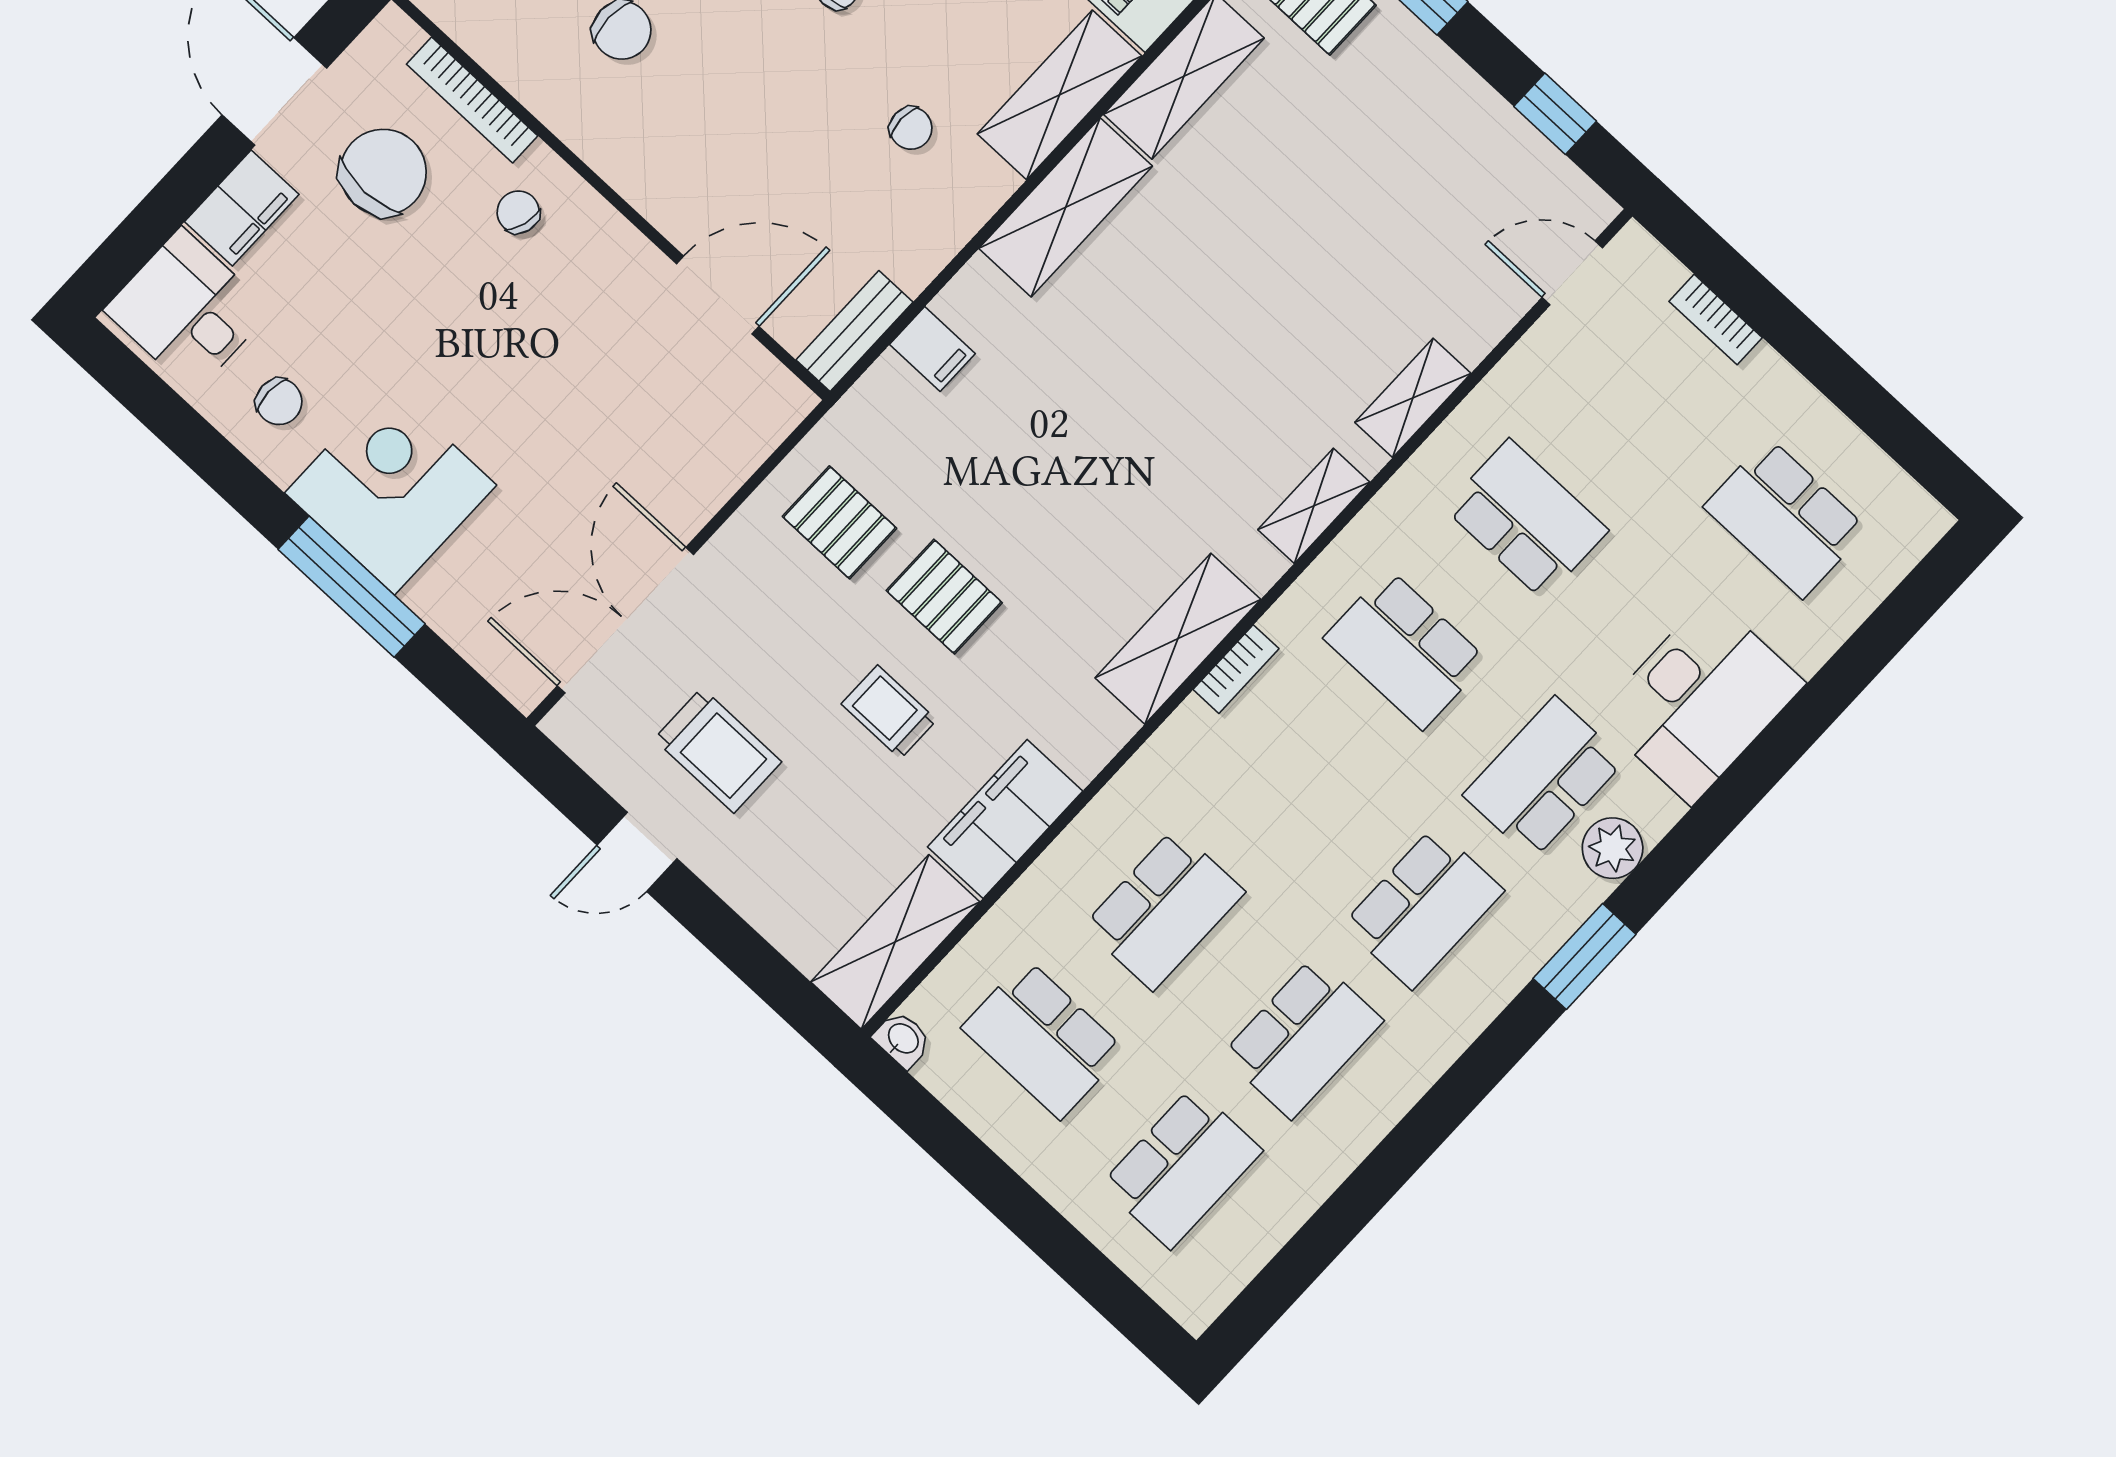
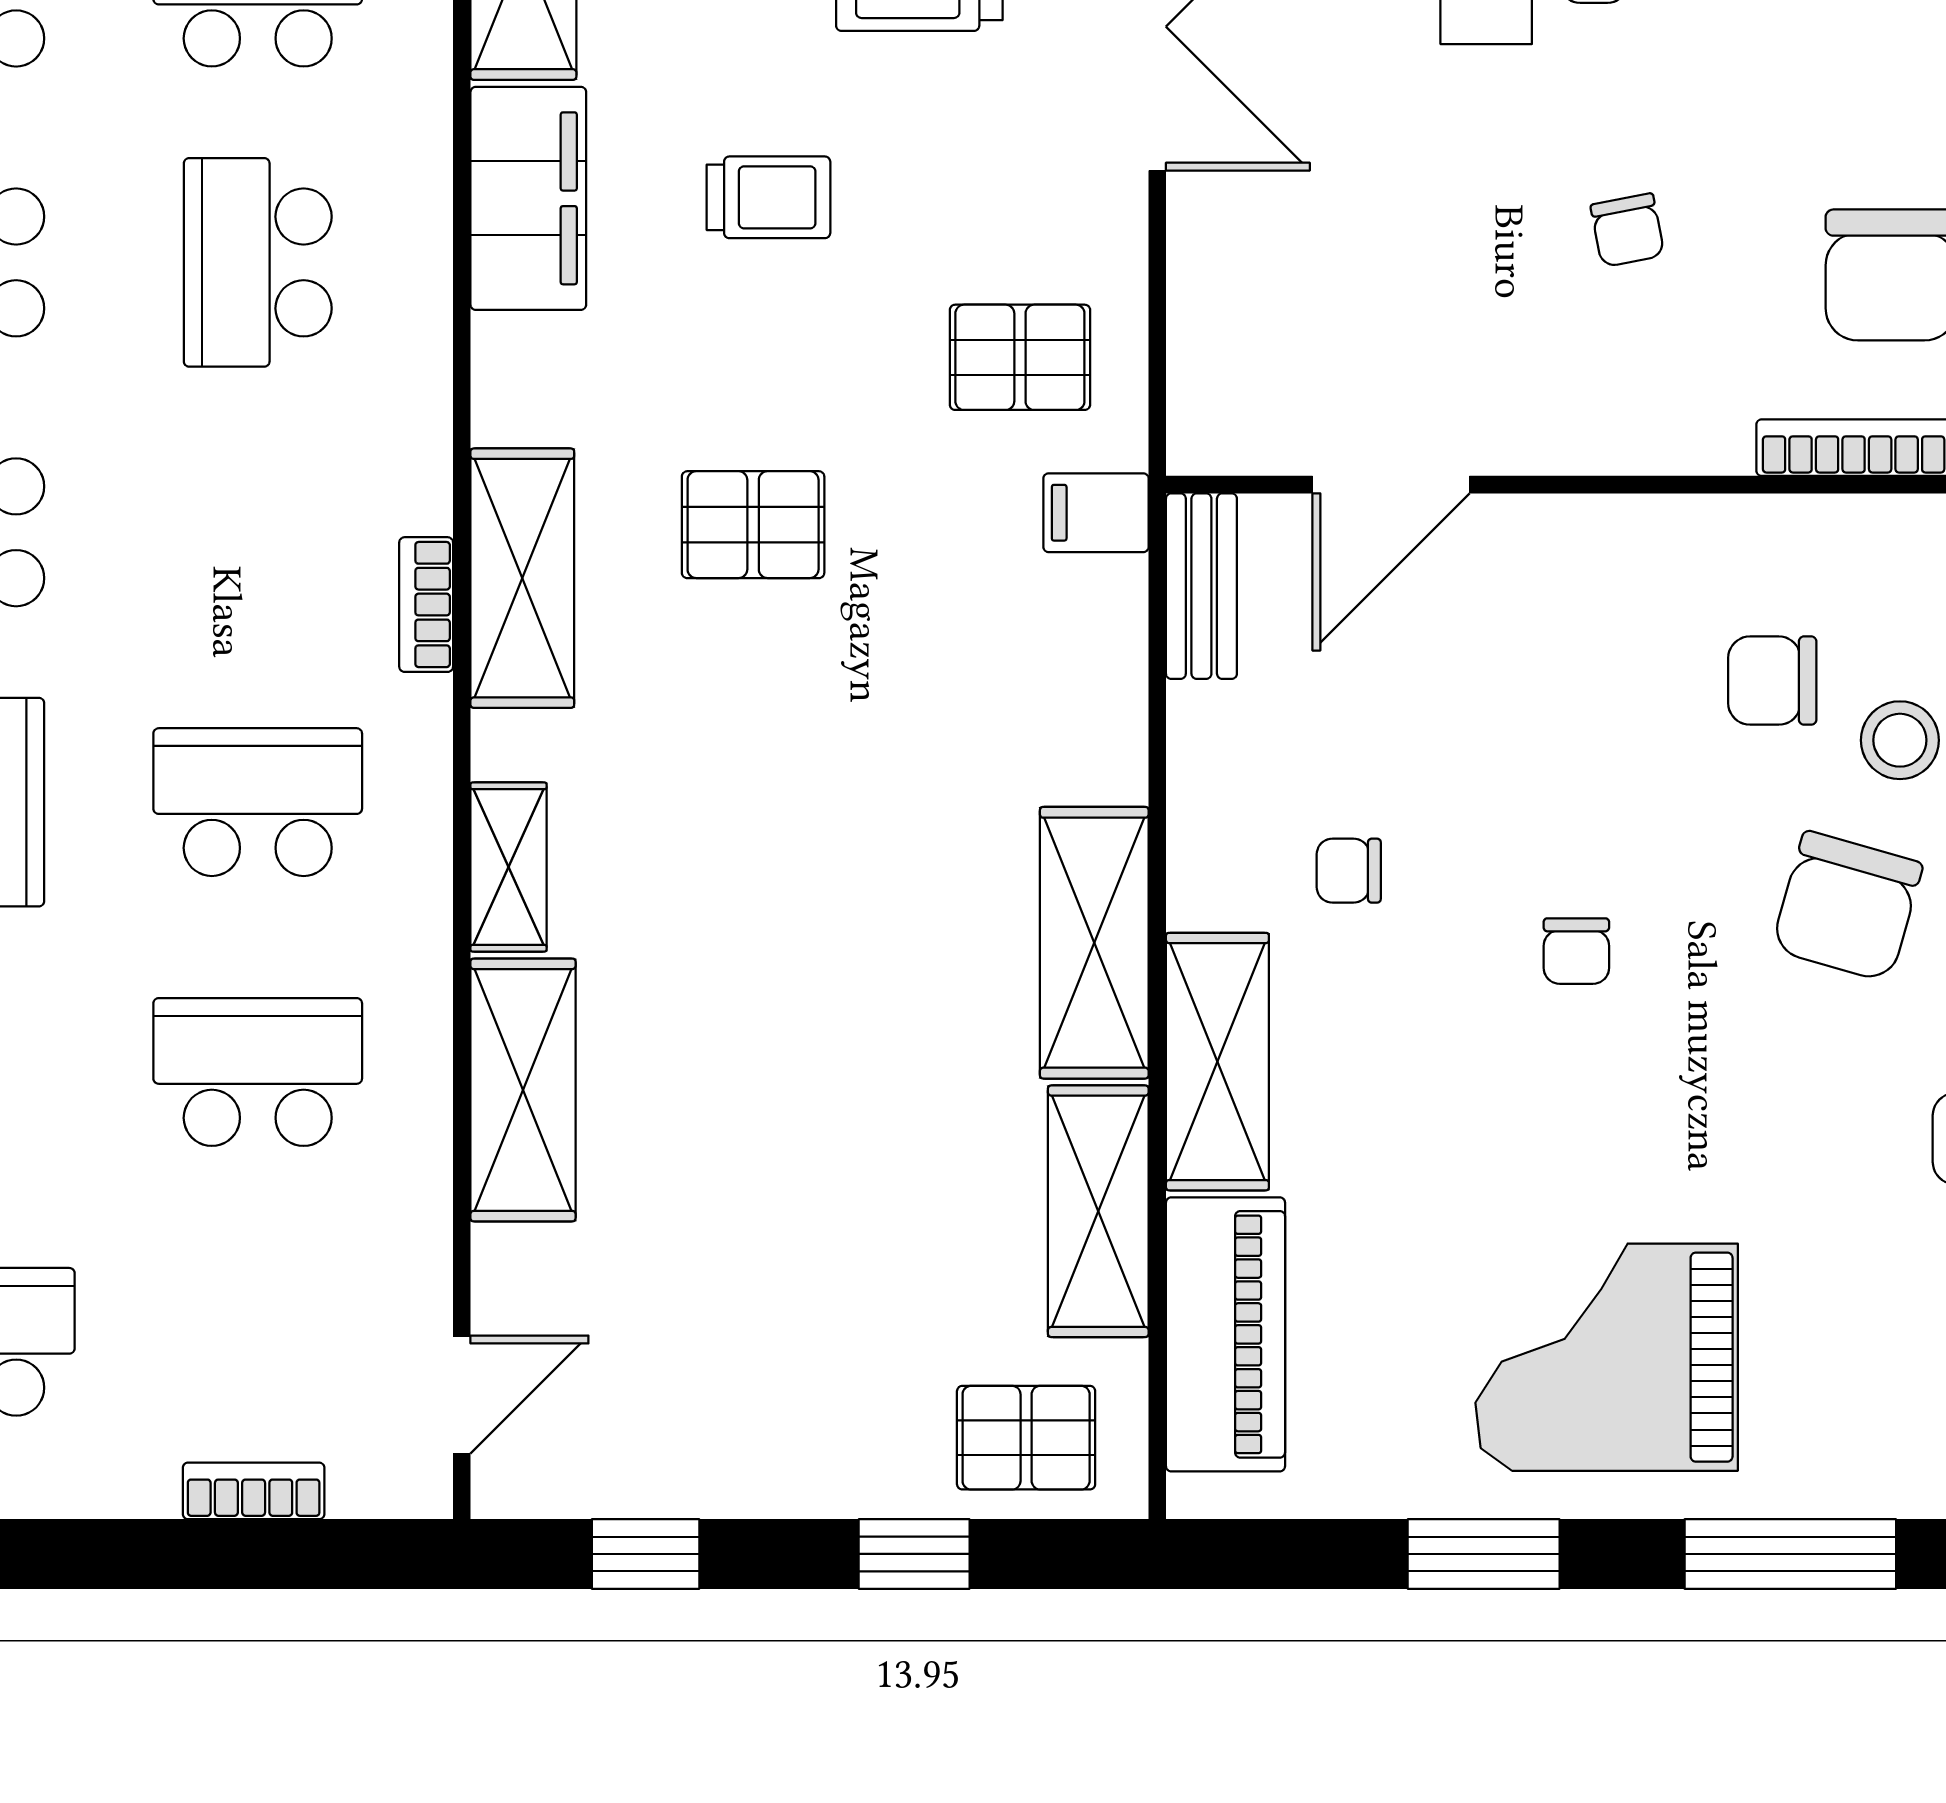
chair: (518, 212) -> (1627, 230), moved, turned 63
filing cabinet: (932, 349) -> (1096, 513), moved
shelving: (1413, 398) -> (523, 1090), width x1.50, depth x1.33
school desk: (1526, 519) -> (258, 1072), turned 180
pallet: (944, 597) -> (753, 525), moved

